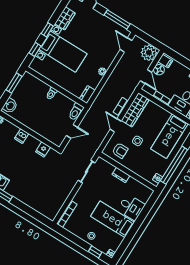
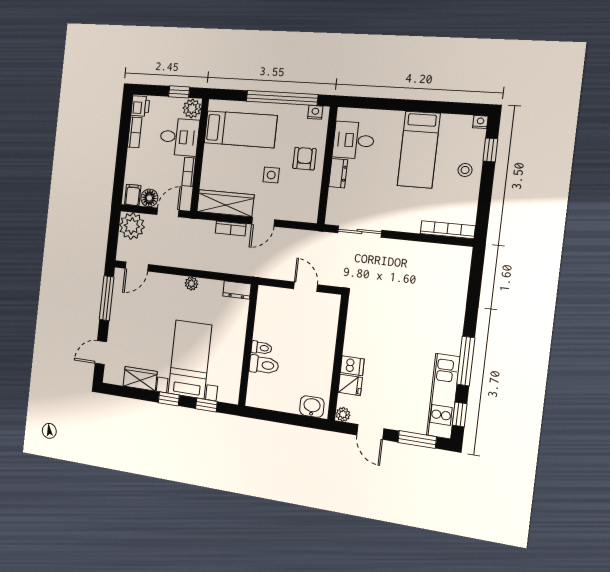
window: (14, 83) -> (273, 416), removed
toilet: (76, 112) -> (264, 365), moved
fridge: (43, 149) -> (350, 385), moved
armchair: (120, 151) -> (304, 159), moved
desk: (131, 207) -> (354, 140), moved, turned -90

